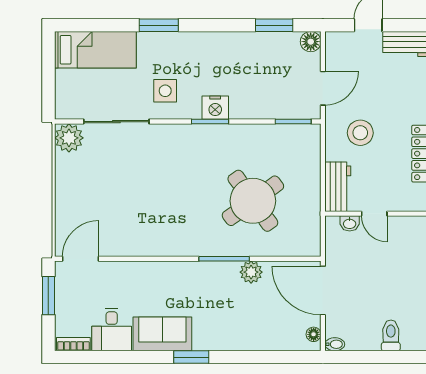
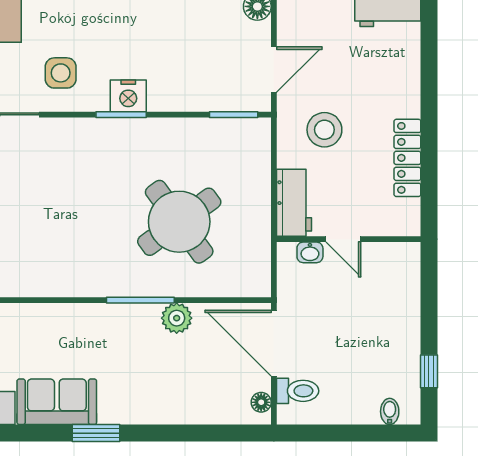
toilet: (391, 335) -> (298, 391), moved, turned 90
bidet: (335, 344) -> (390, 411), moved, turned -90

